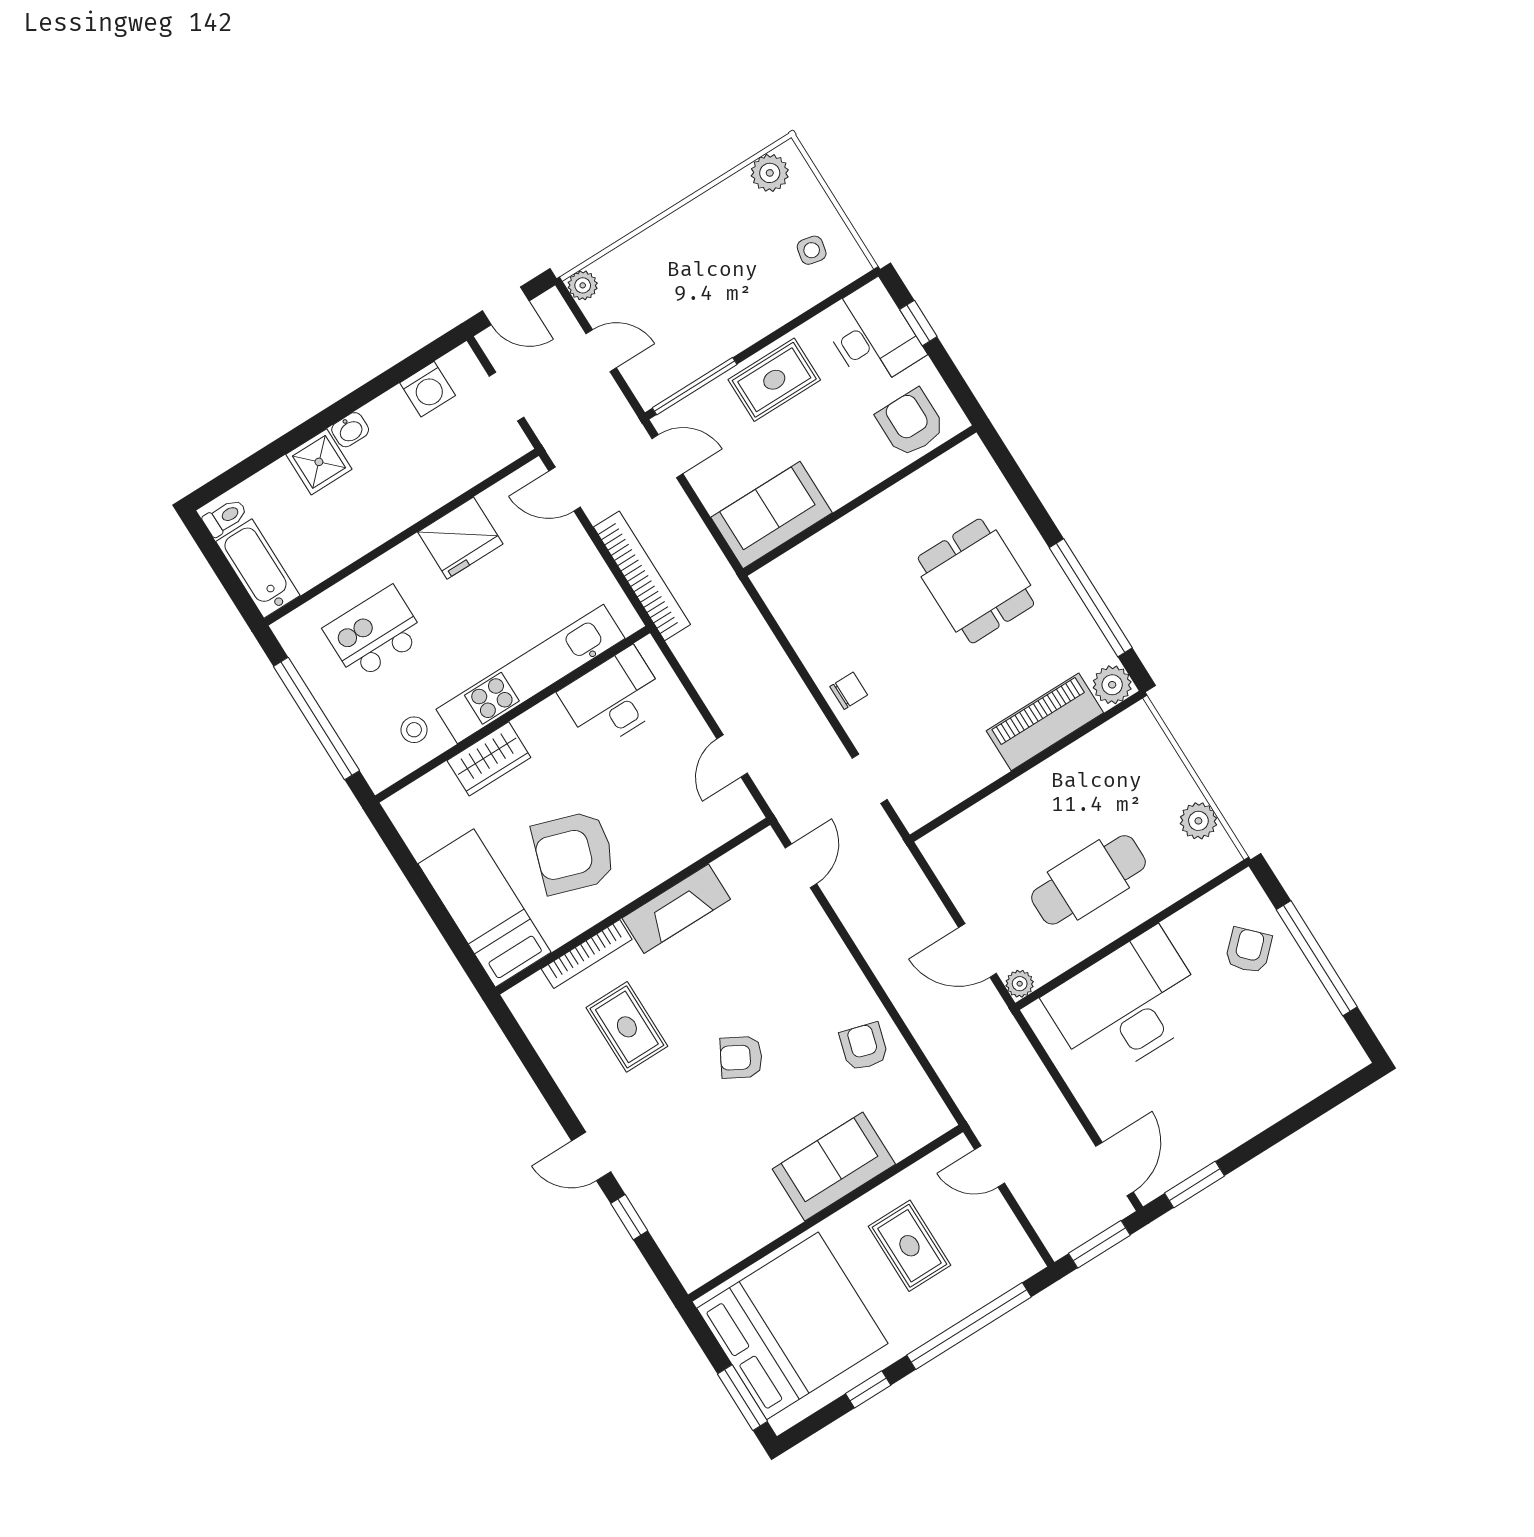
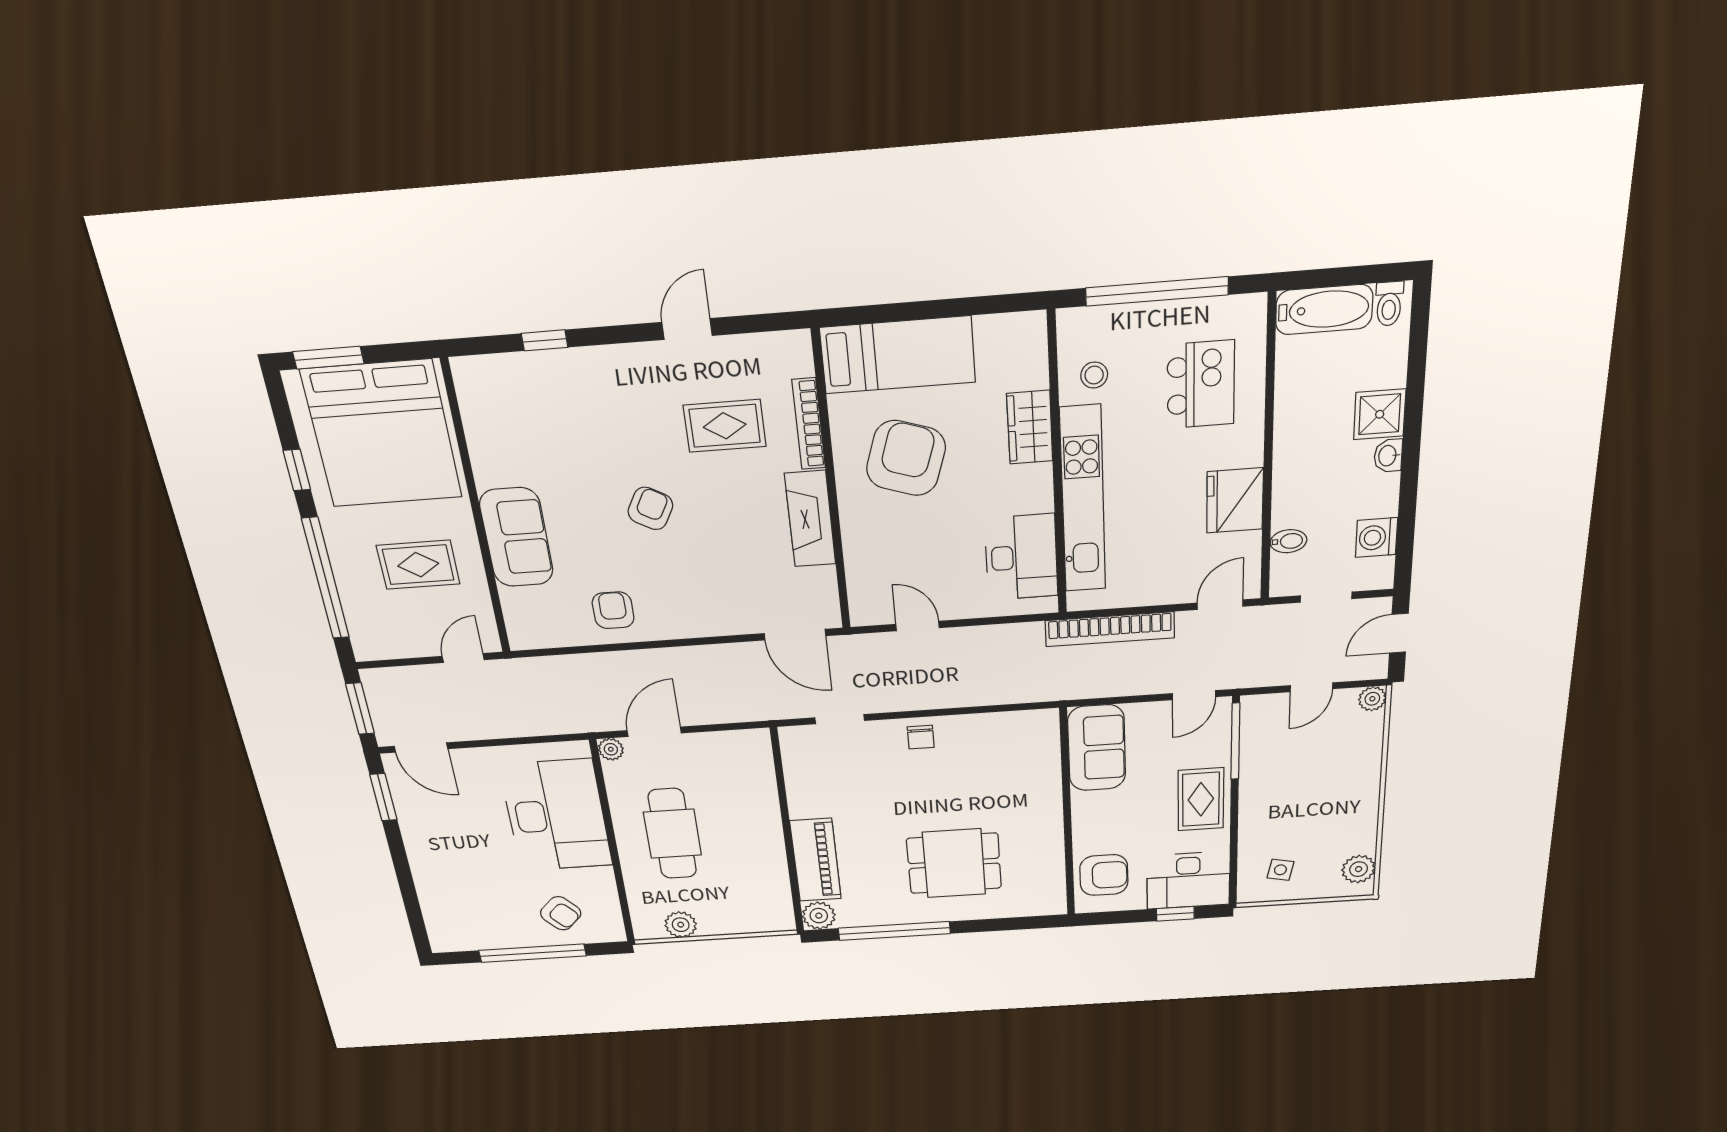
bidet: (472, 466) -> (1288, 541), added
door: (801, 866) -> (795, 635), width x1.38
armchair: (864, 1047) -> (613, 610), turned -106
door: (591, 1156) -> (687, 329), moved

